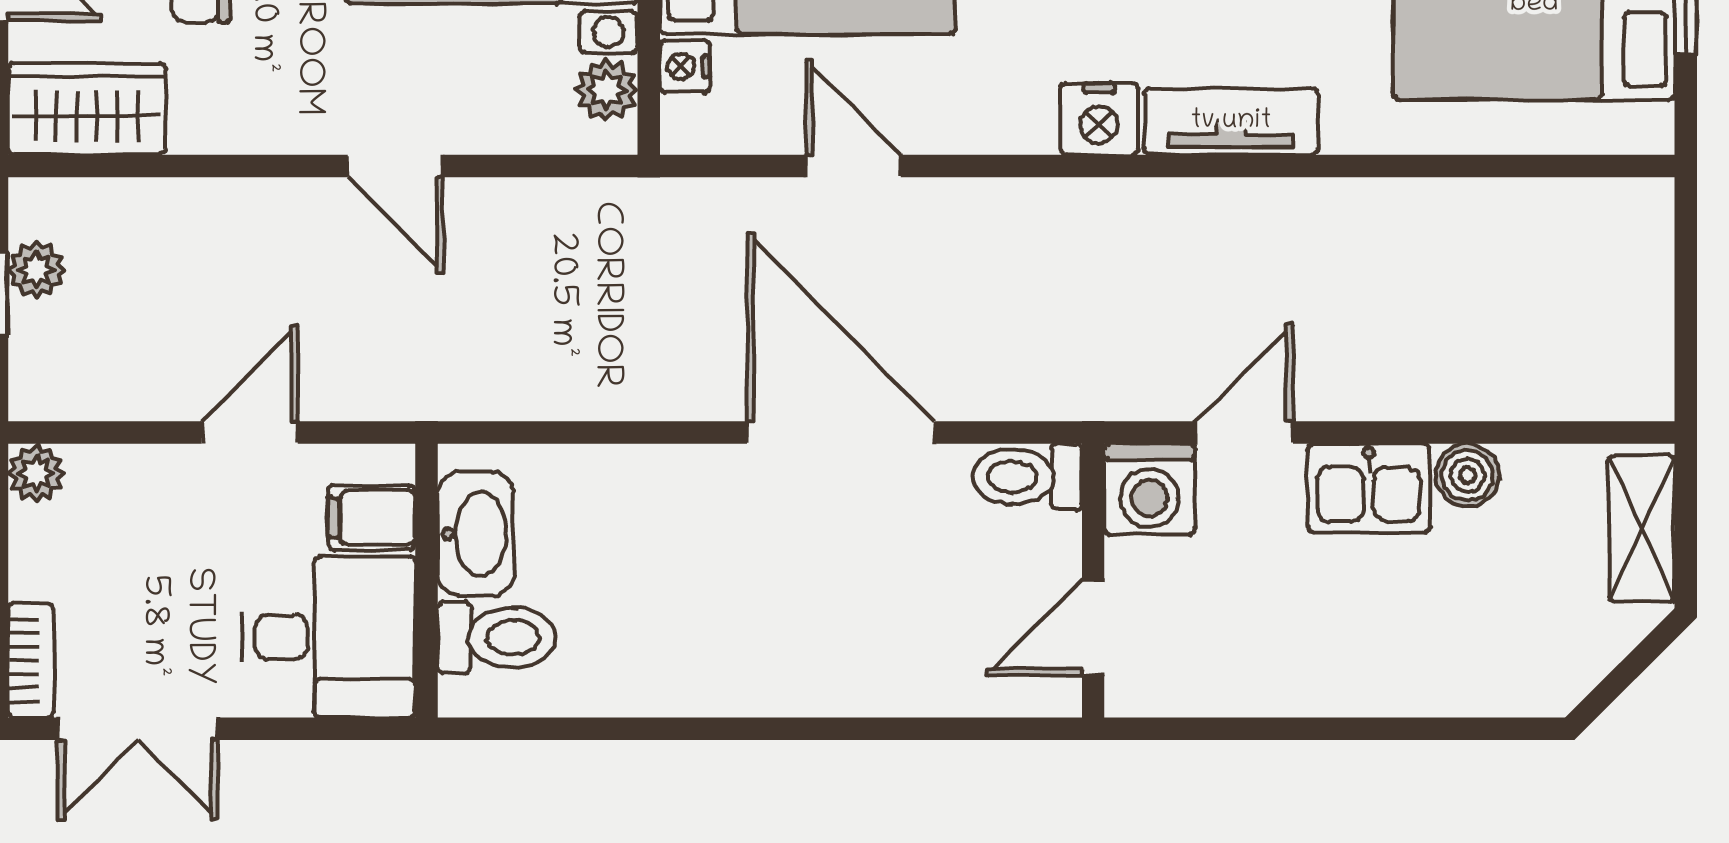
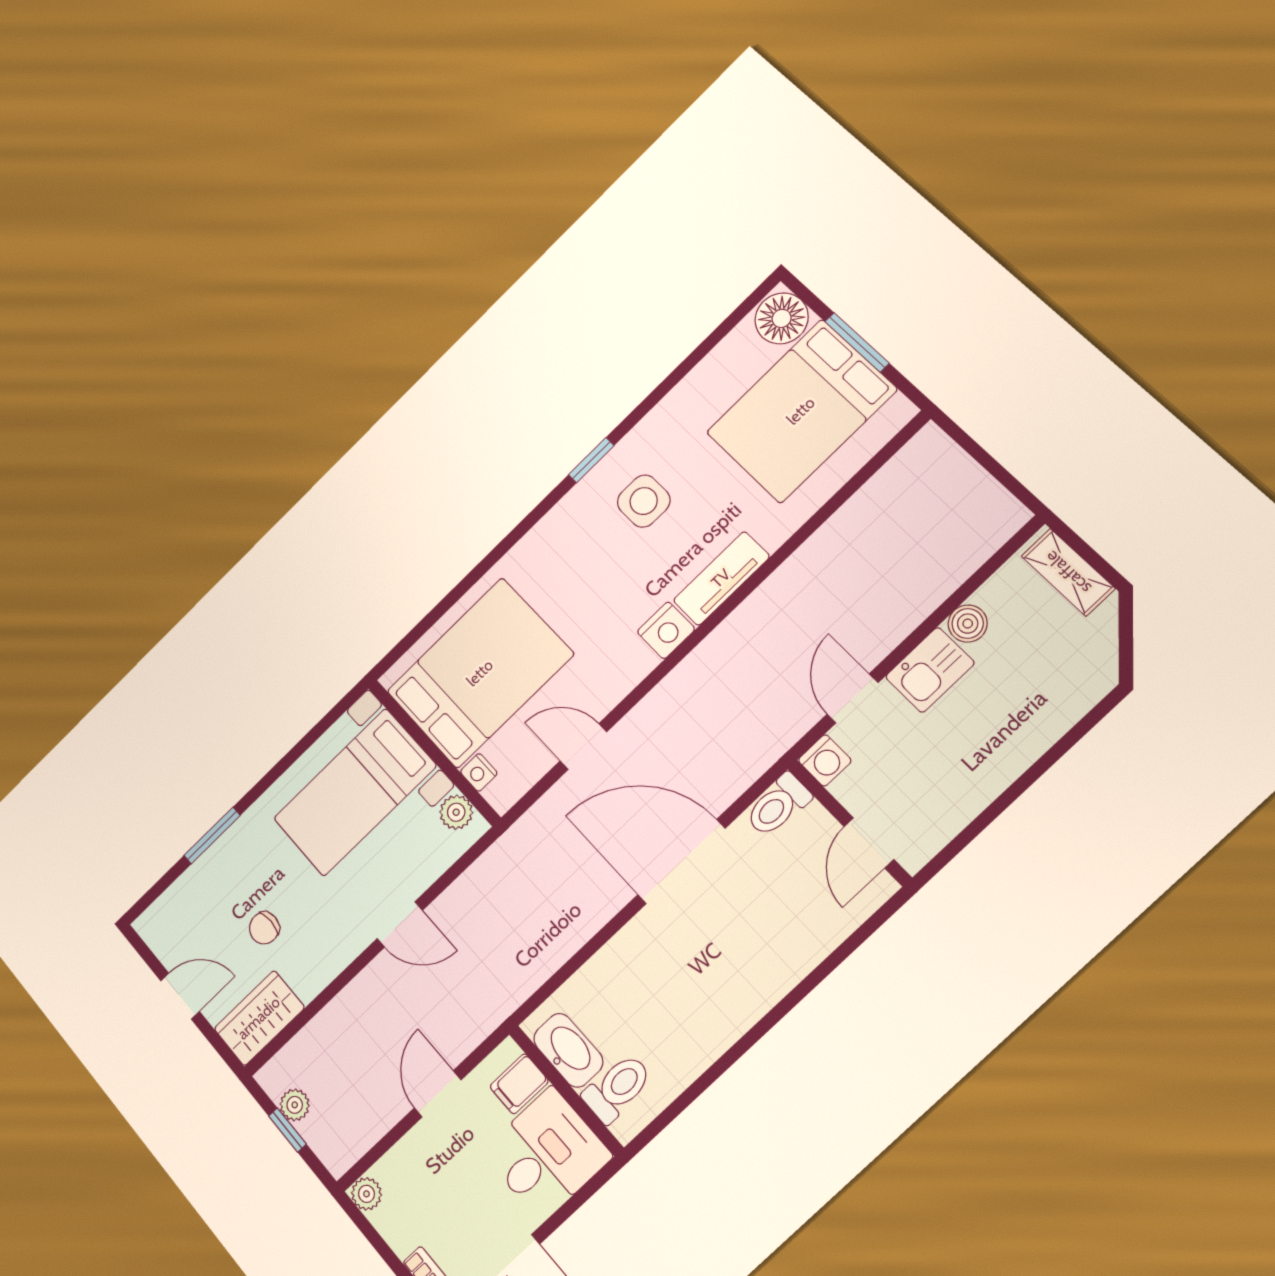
washing machine: (1150, 489) -> (825, 760), width x0.73, depth x0.73

